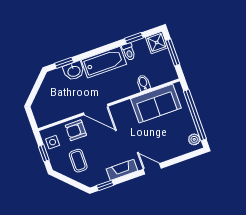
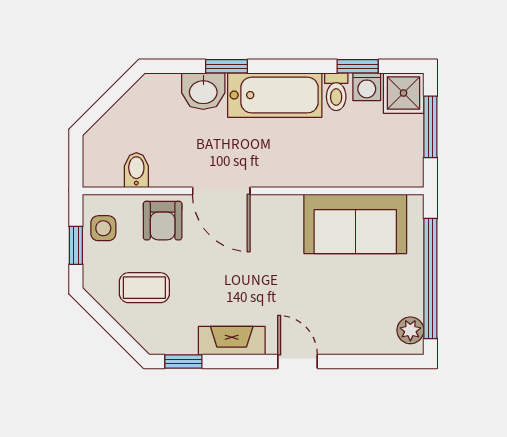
washing machine: (141, 45) -> (367, 87), added
window: (64, 63) -> (227, 66), moved
bidet: (143, 83) -> (136, 170), moved
armchair: (76, 130) -> (163, 221), turned -90
coffee table: (78, 161) -> (144, 288), turned 90

